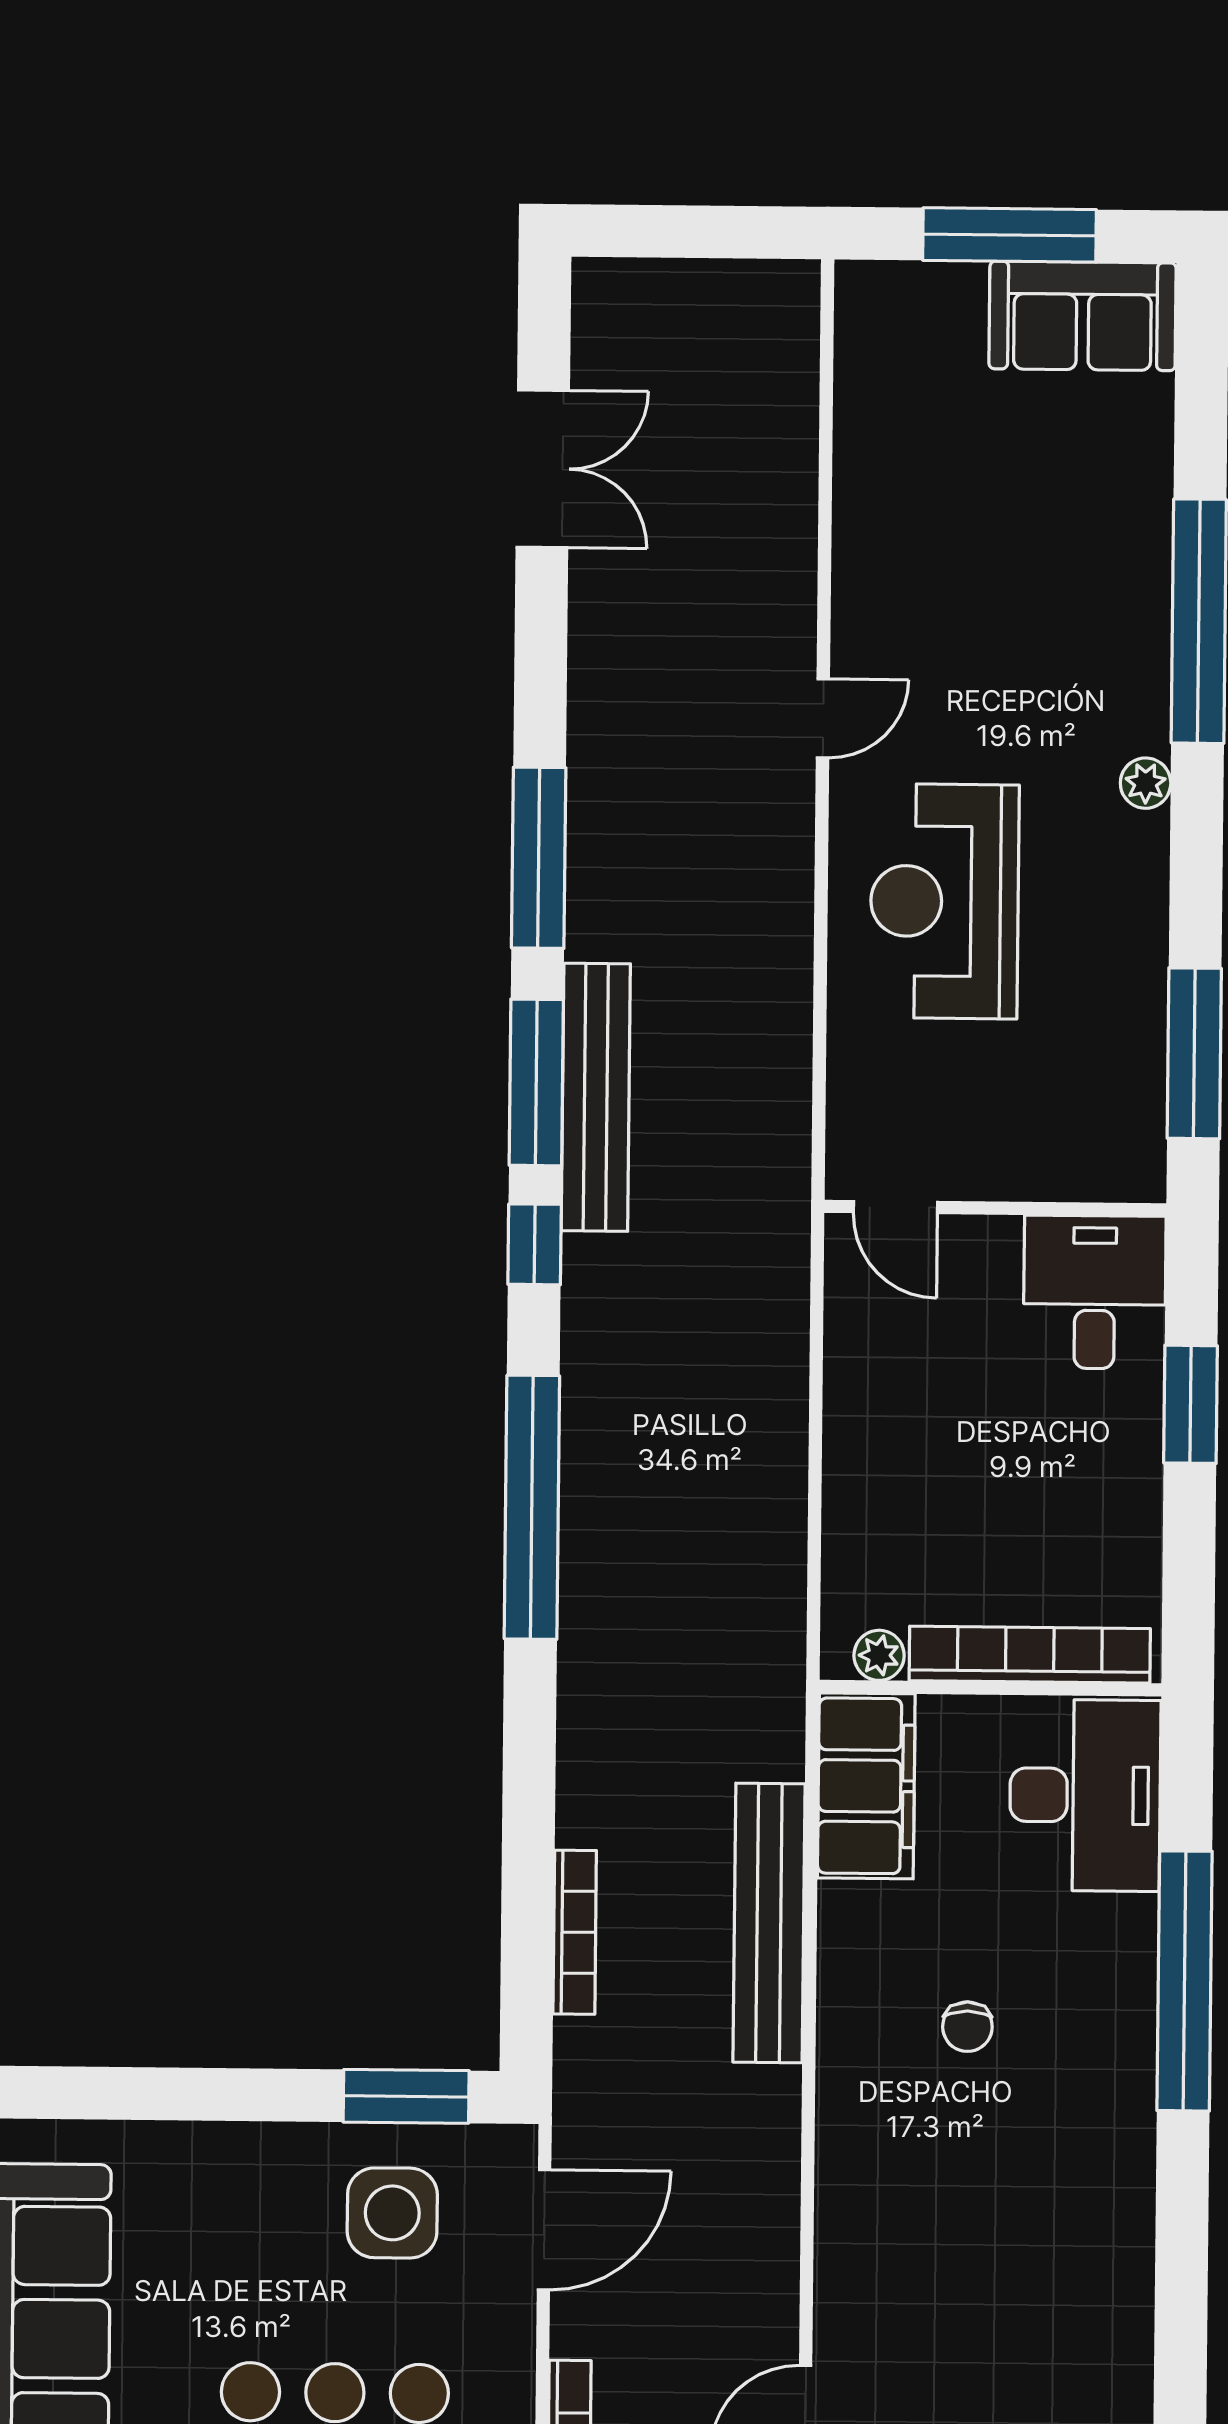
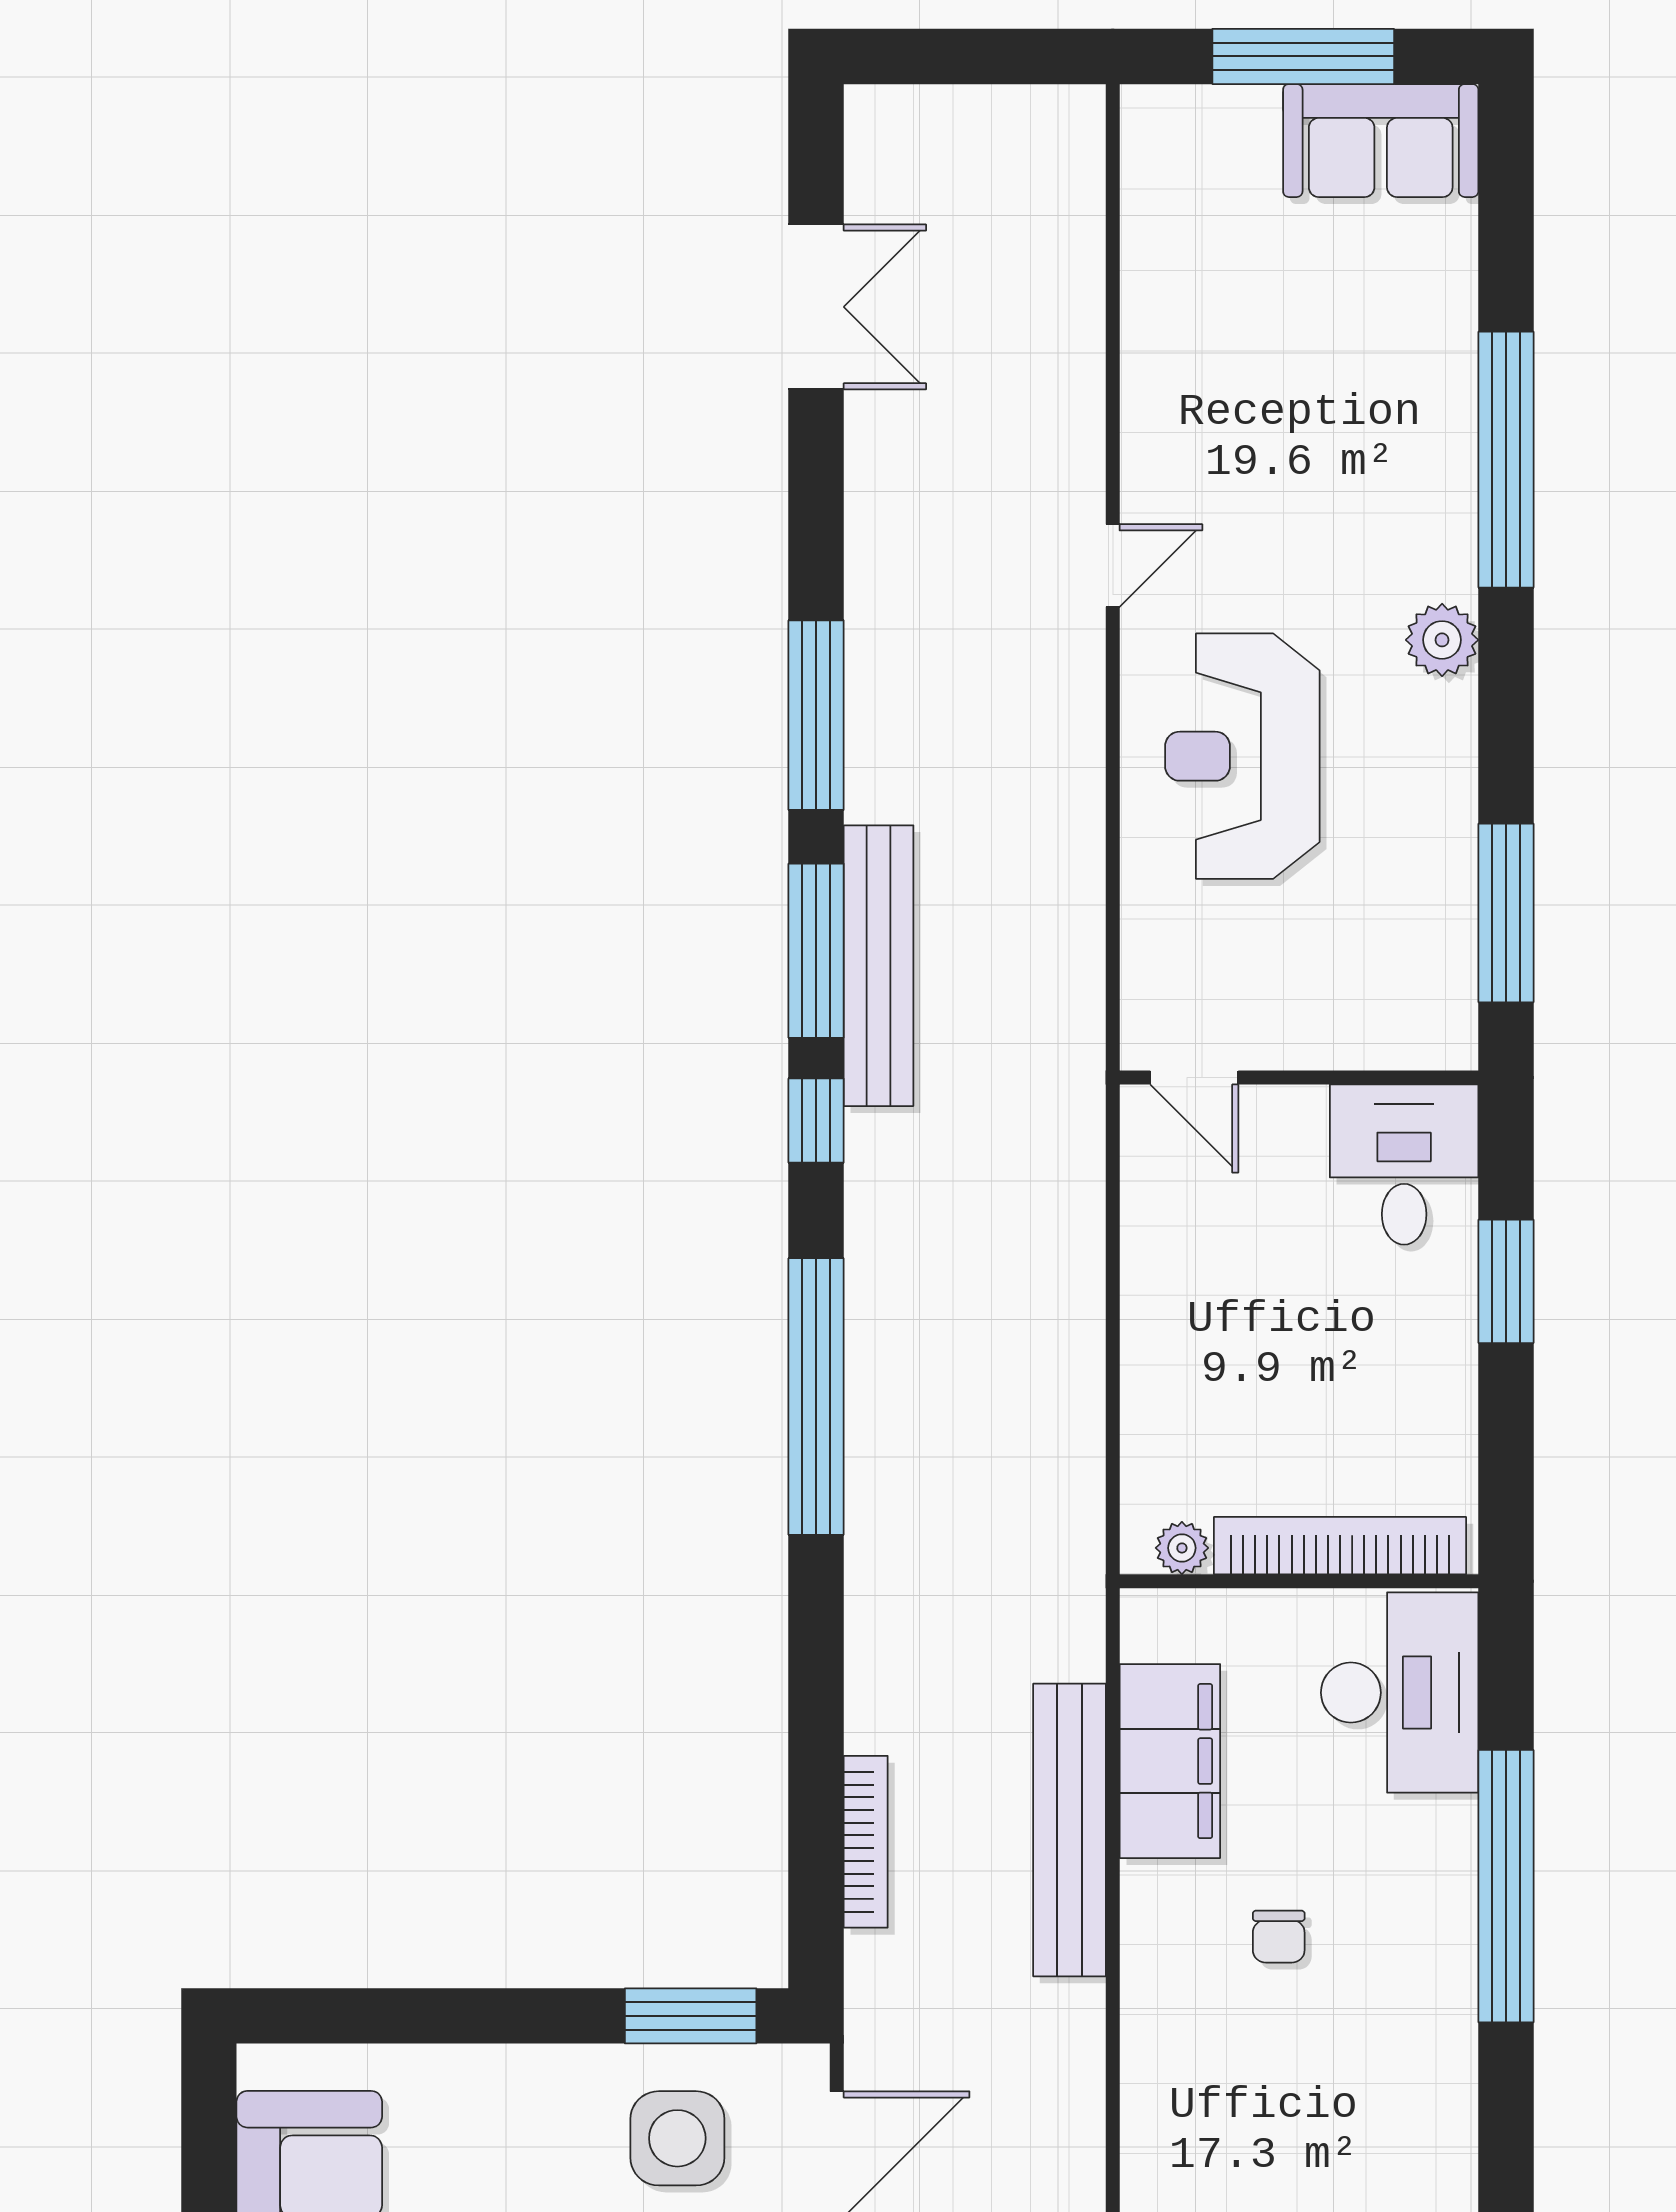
plant: (1146, 783) -> (1442, 640), width x1.38, depth x1.38
filing cabinet: (866, 1786) -> (1170, 1761), moved

